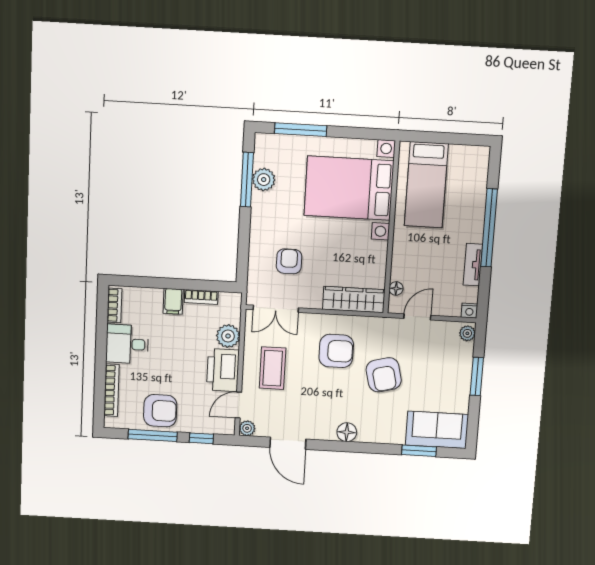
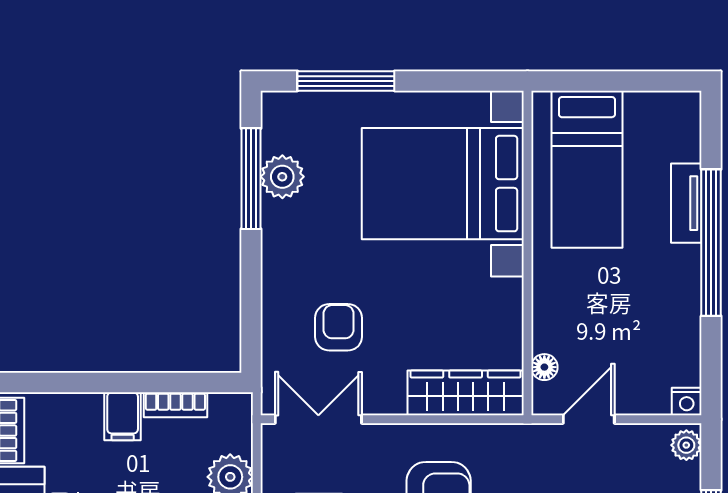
tv unit: (473, 265) -> (686, 203), moved
double door: (276, 309) -> (318, 419), swing flipped

